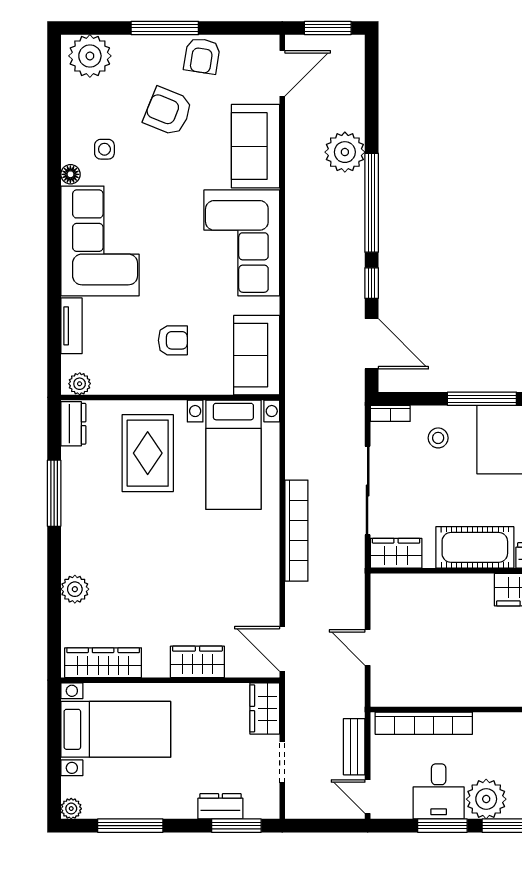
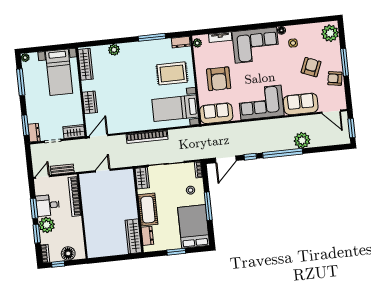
armchair: (173, 340) -> (219, 79), width x1.88, depth x1.88
dresser: (220, 806) -> (34, 133), moved

